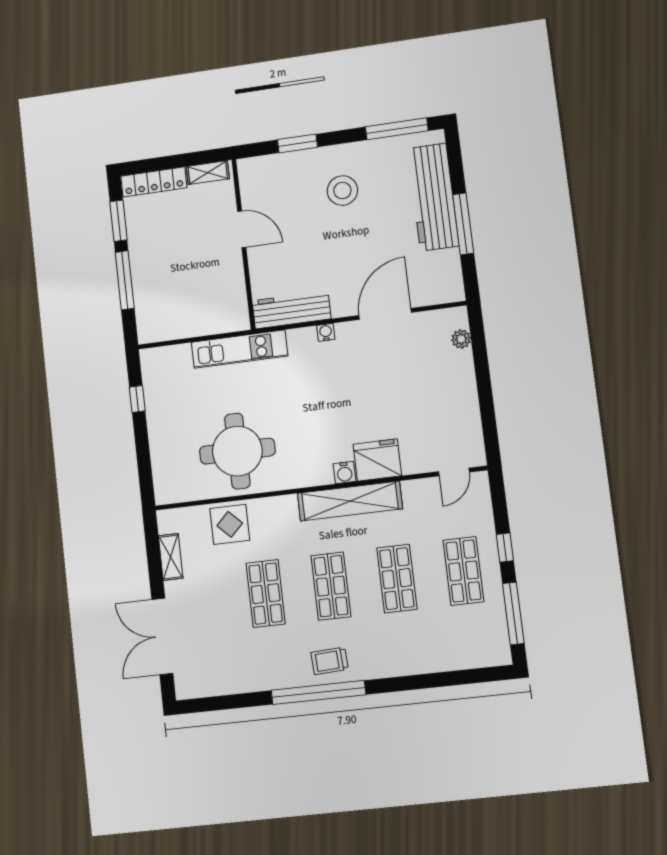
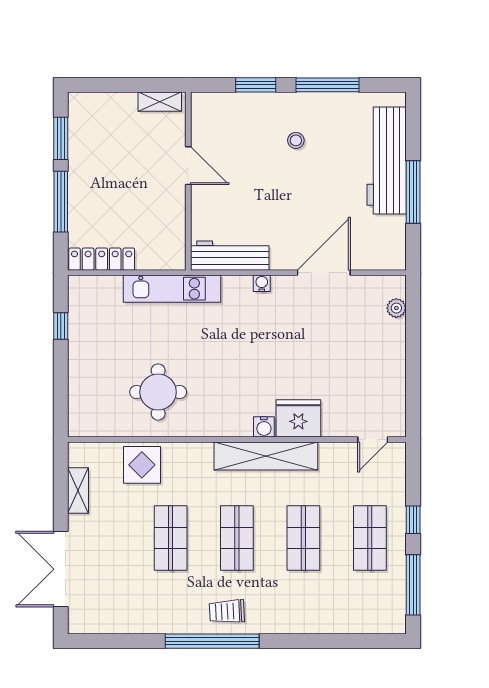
window: (397, 129) -> (328, 85), moved
locker: (154, 182) -> (102, 259), moved, turned 180
stool: (342, 191) -> (296, 140), width x0.53, depth x0.53
round table: (237, 451) -> (158, 392), width x0.73, depth x0.73

